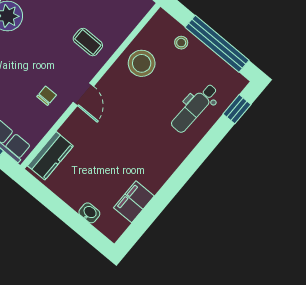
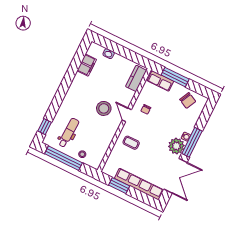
stool: (142, 63) -> (104, 108), moved
dental chair: (194, 108) -> (69, 133), moved

